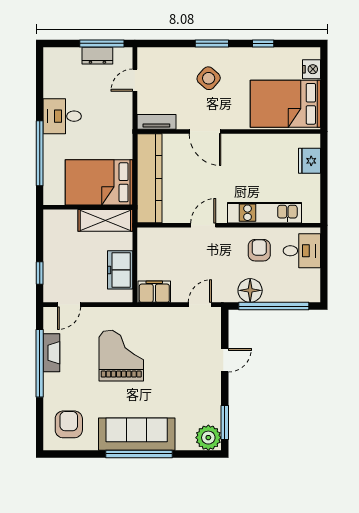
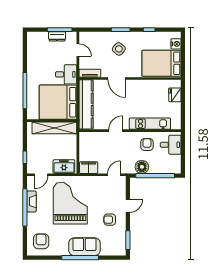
door: (135, 80) -> (78, 50), swing flipped
desk: (62, 116) -> (66, 74), moved, turned 180
bed: (99, 182) -> (58, 102), width x1.36
shelving: (105, 220) -> (54, 128), width x1.47
freezer: (120, 270) -> (64, 167), moved, turned 90
grand piano: (121, 356) -> (70, 203), width x1.37, depth x1.48
armchair: (192, 385) -> (110, 220), added
sofa: (137, 434) -> (84, 247), width x0.73
plant: (208, 438) -> (119, 249), removed

